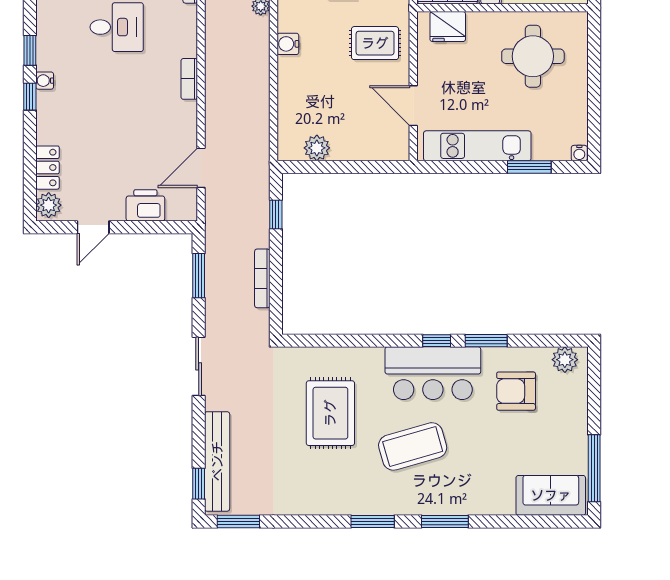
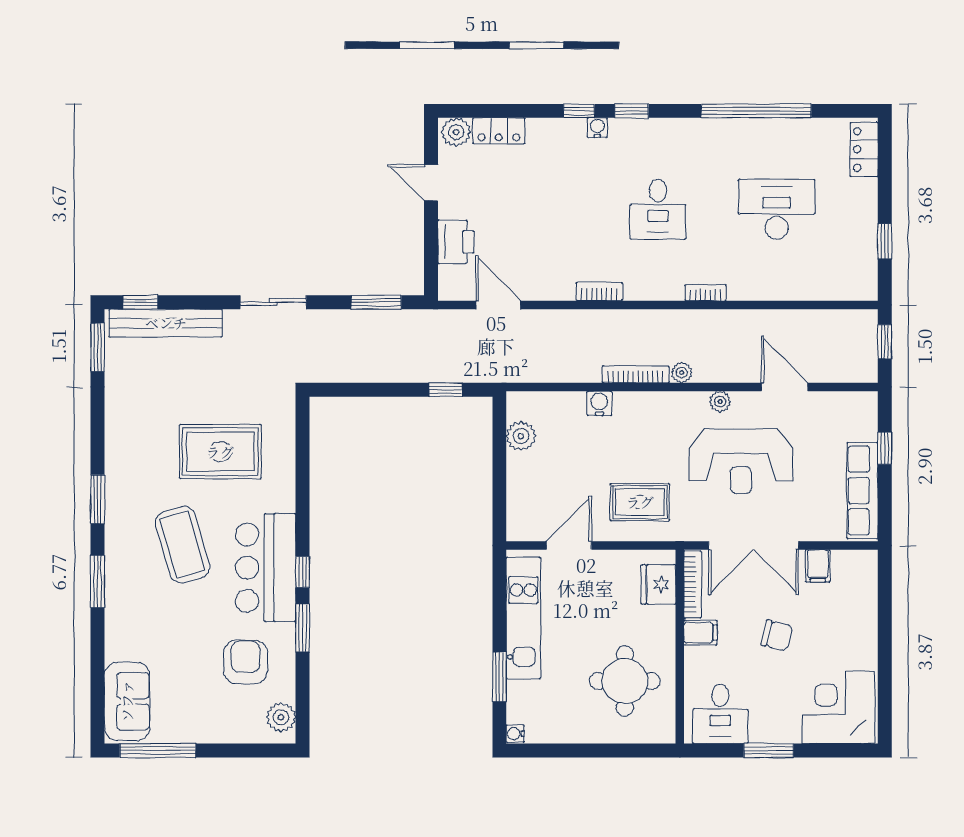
rug: (375, 43) -> (640, 502), turned 90
water cooler: (288, 44) -> (599, 403), moved
bookcase: (262, 278) -> (636, 374), moved

